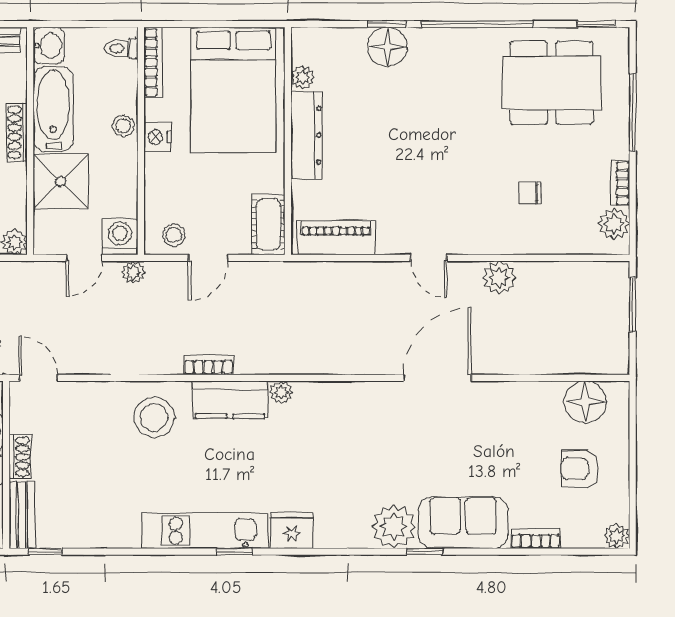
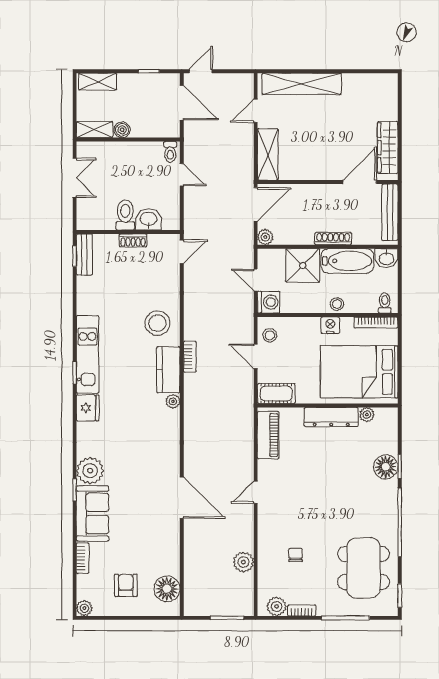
plant: (133, 272) -> (247, 310), removed
plant: (499, 278) -> (243, 562), moved
bench: (22, 515) -> (84, 254), moved, turned 90

